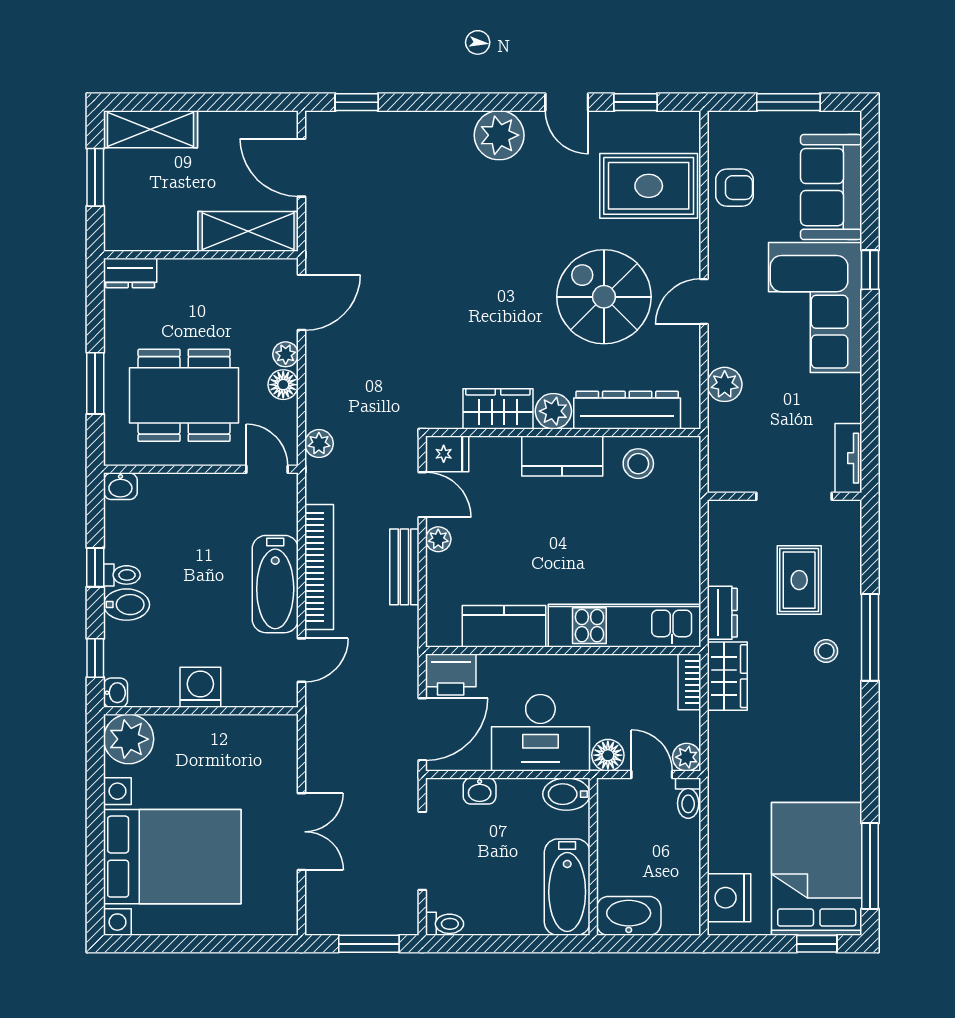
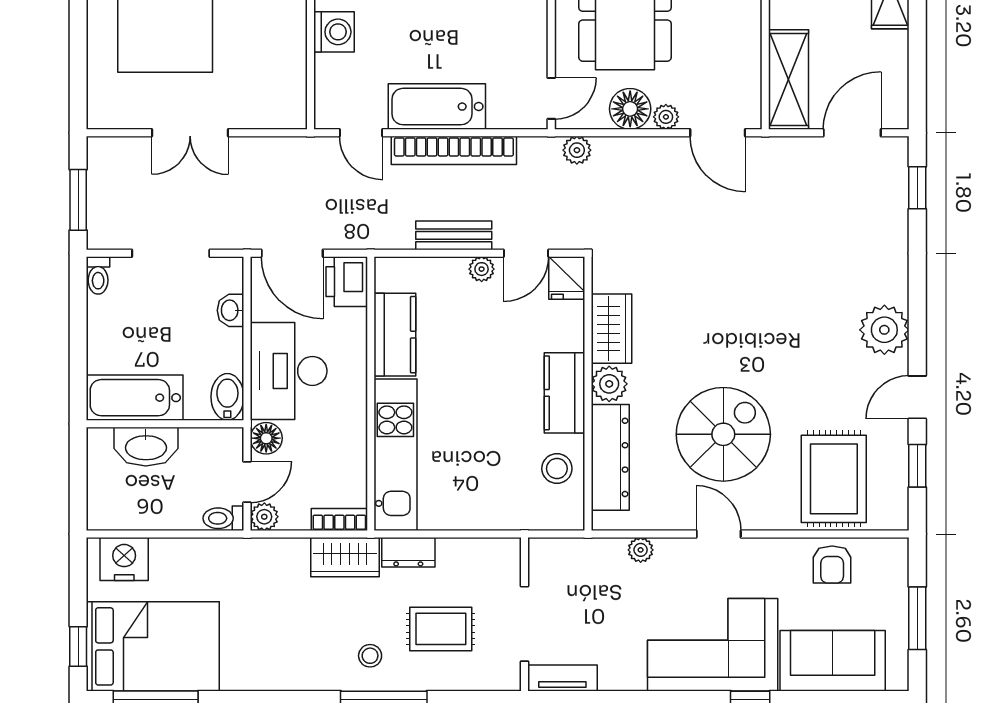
plant: (725, 384) -> (641, 550), width x0.73, depth x0.73
floor lamp: (283, 385) -> (630, 109), width x1.38, depth x1.38
washbasin: (629, 916) -> (146, 447), moved, turned 90

